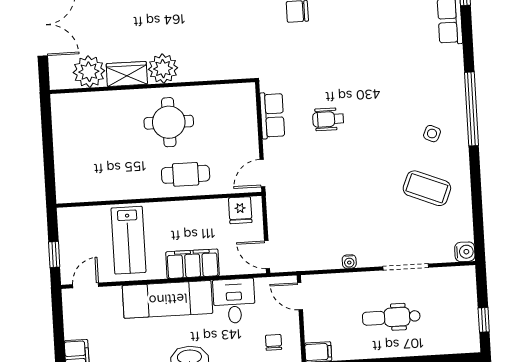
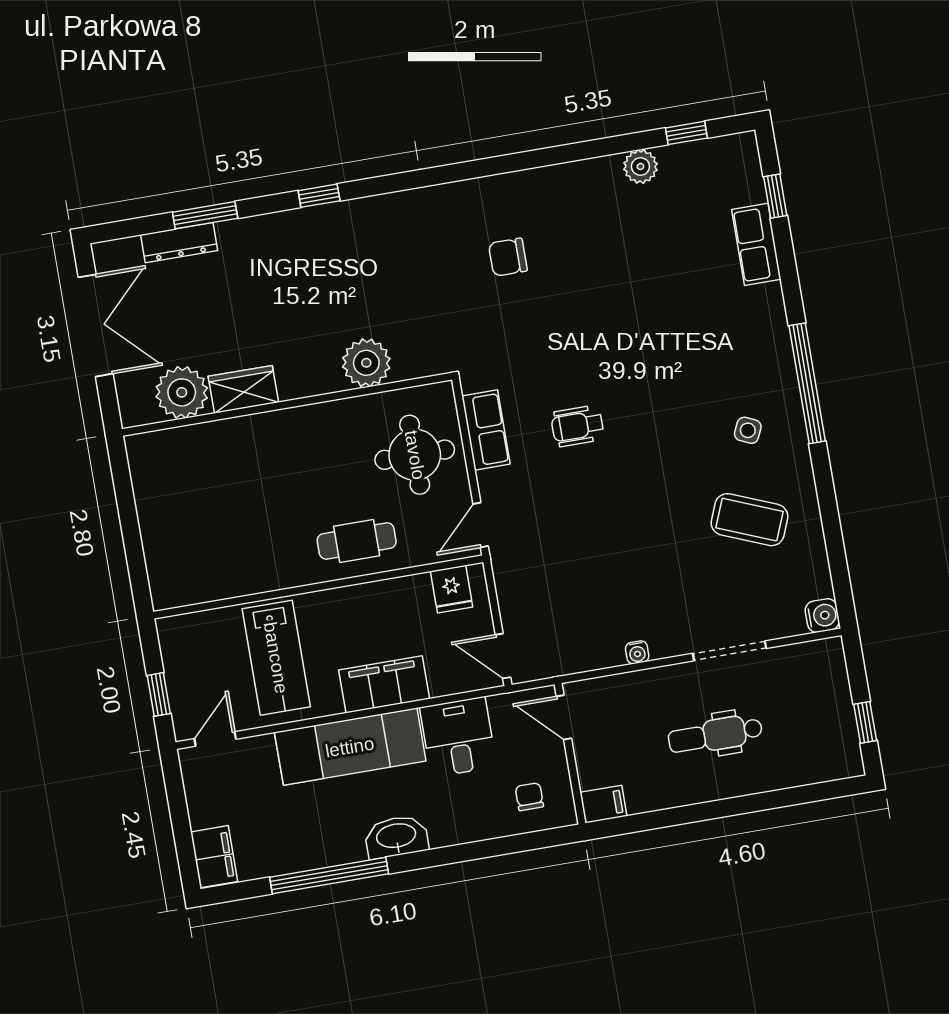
plant: (163, 69) -> (366, 363), moved
round table: (169, 122) -> (415, 455), moved

